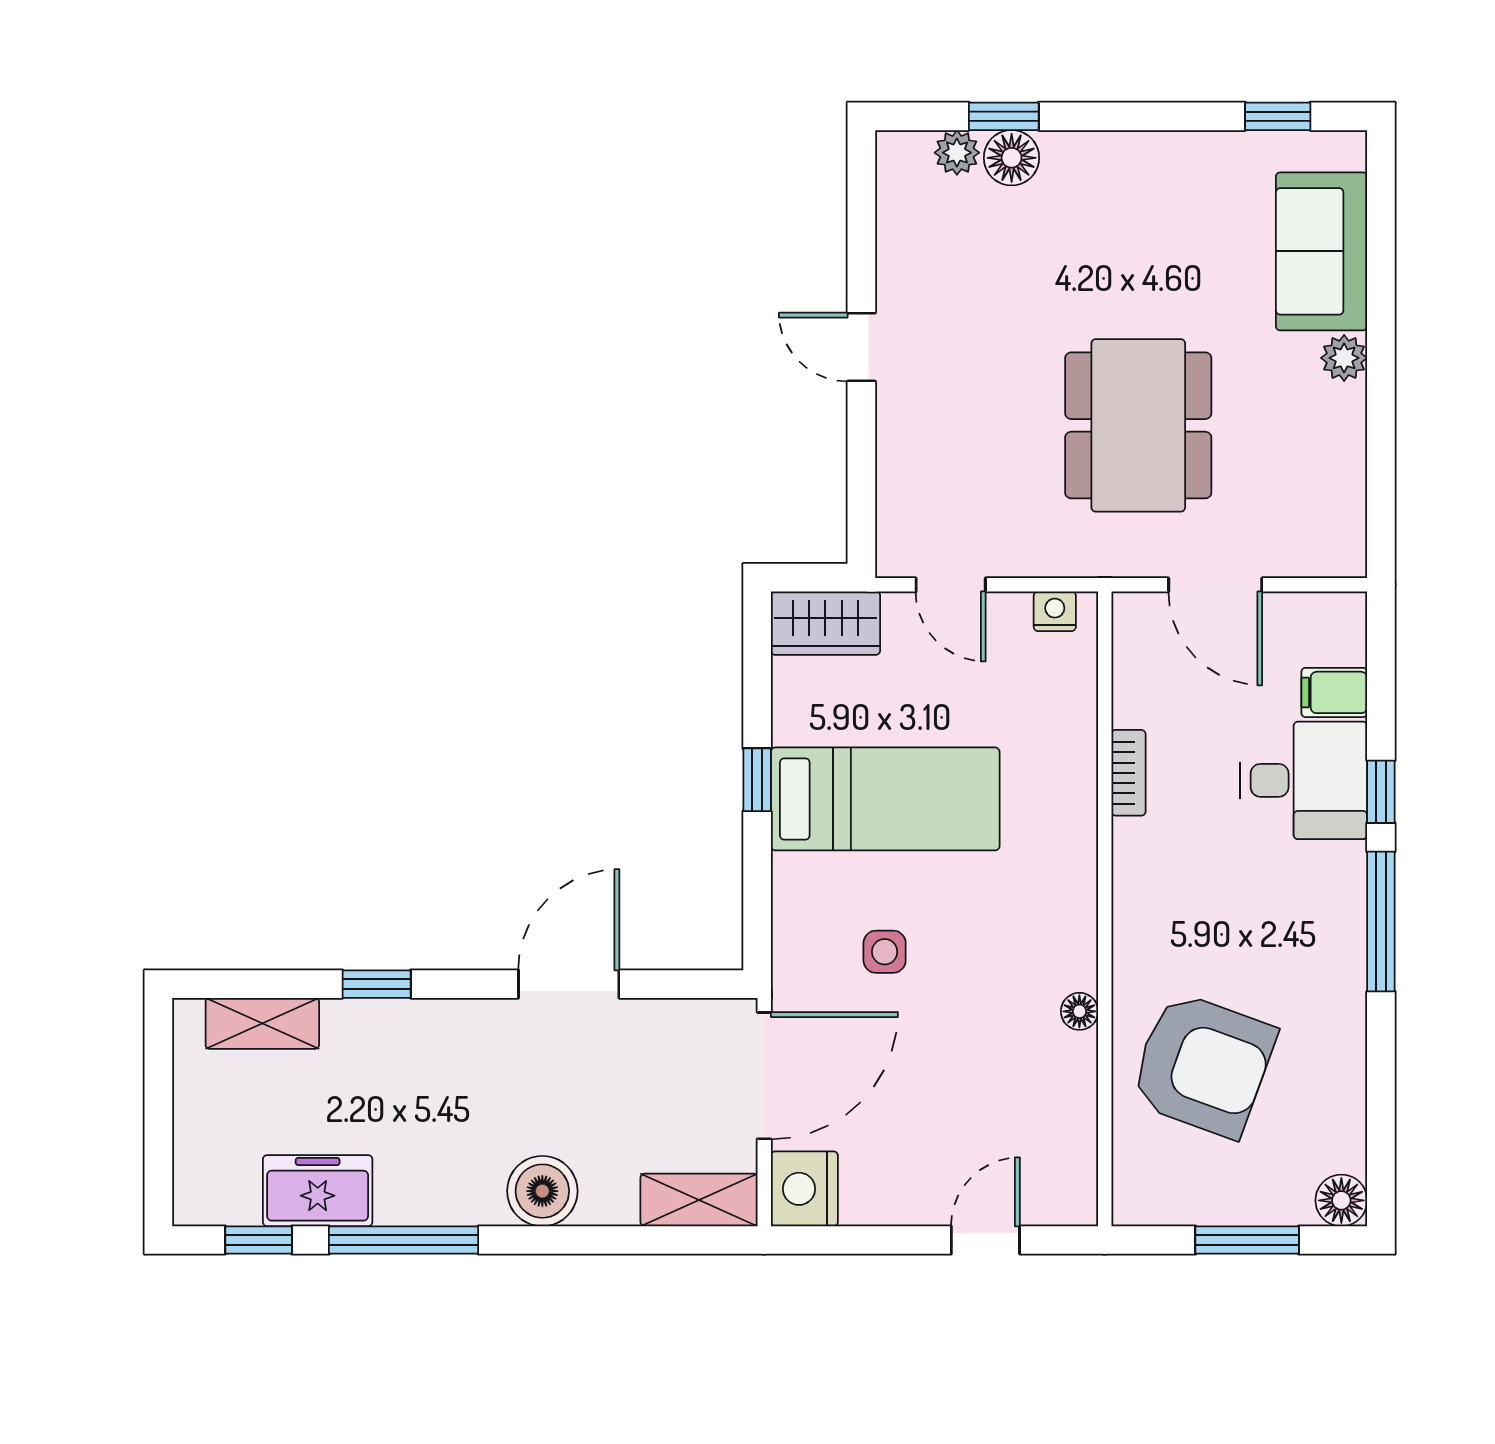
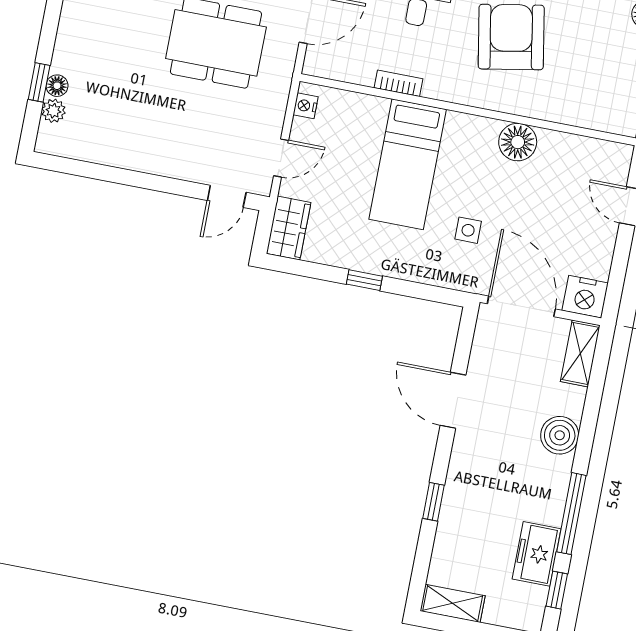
floor lamp: (1012, 158) -> (57, 86), width x0.73, depth x0.73
door: (861, 347) -> (227, 196), moved
bed: (885, 799) -> (408, 164), moved, turned 180
floor lamp: (1079, 1011) -> (518, 142), width x1.89, depth x1.89
shelving: (262, 1023) -> (453, 603), moved, turned 90
armchair: (1203, 1065) -> (511, 37), moved, turned -30

